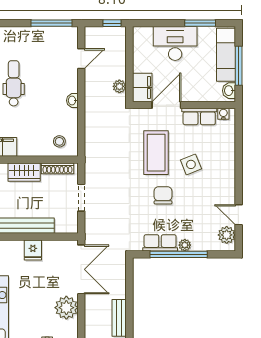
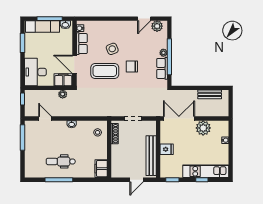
desk: (175, 43) -> (35, 72), moved
wardrobe: (24, 172) -> (117, 155), removed

